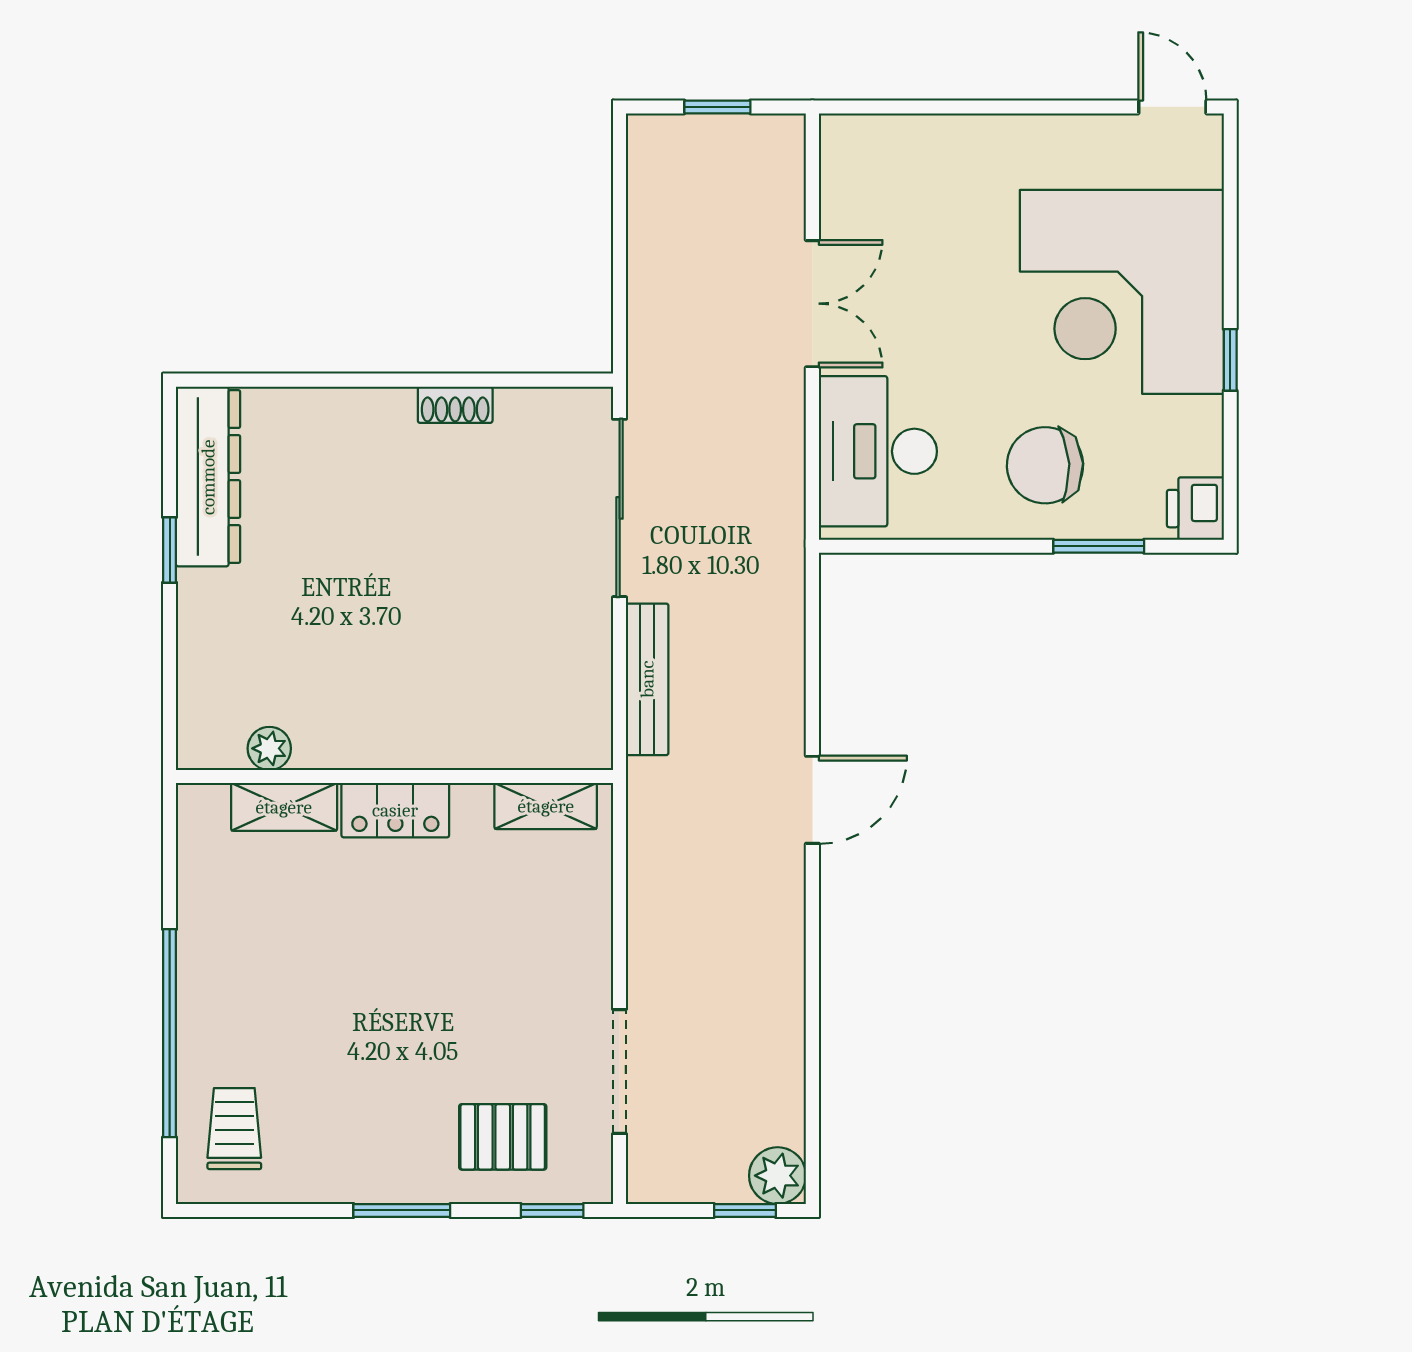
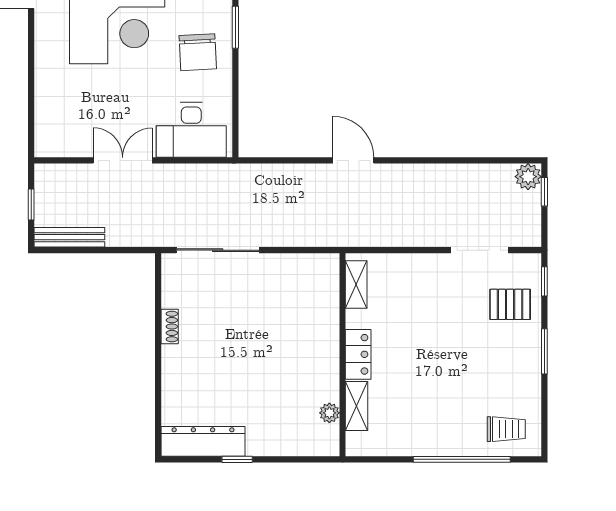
bench: (647, 679) -> (69, 237), moved
trolley: (234, 1129) -> (506, 429), turned 180
pallet: (503, 1137) -> (510, 304), turned 90

